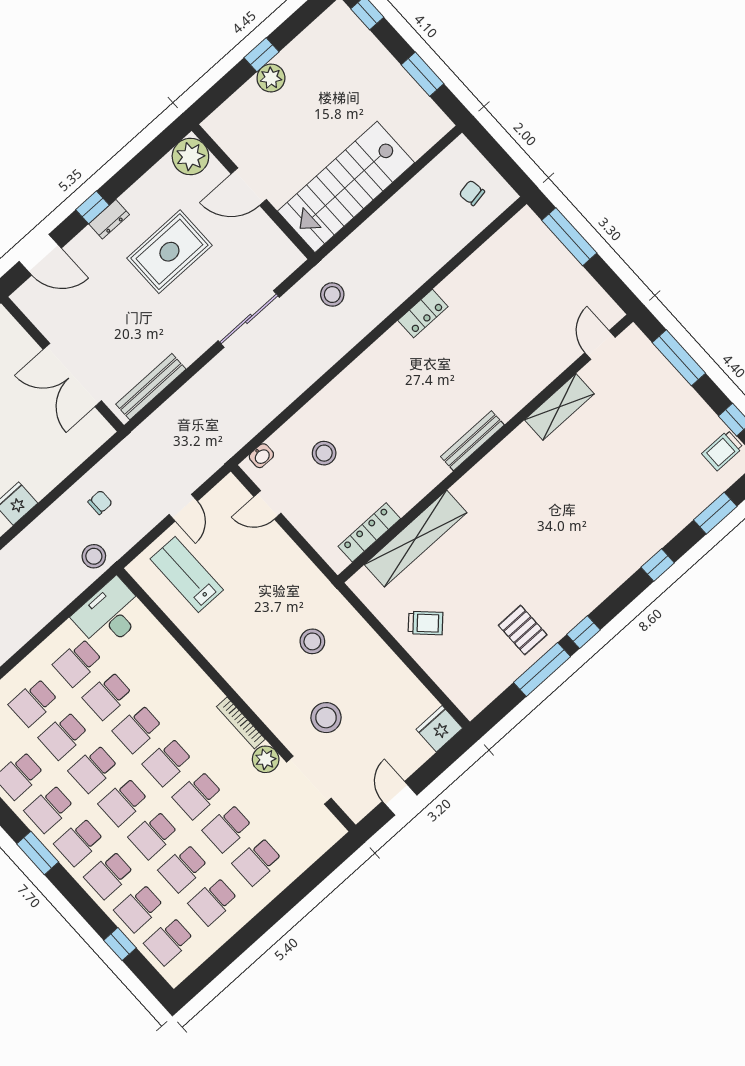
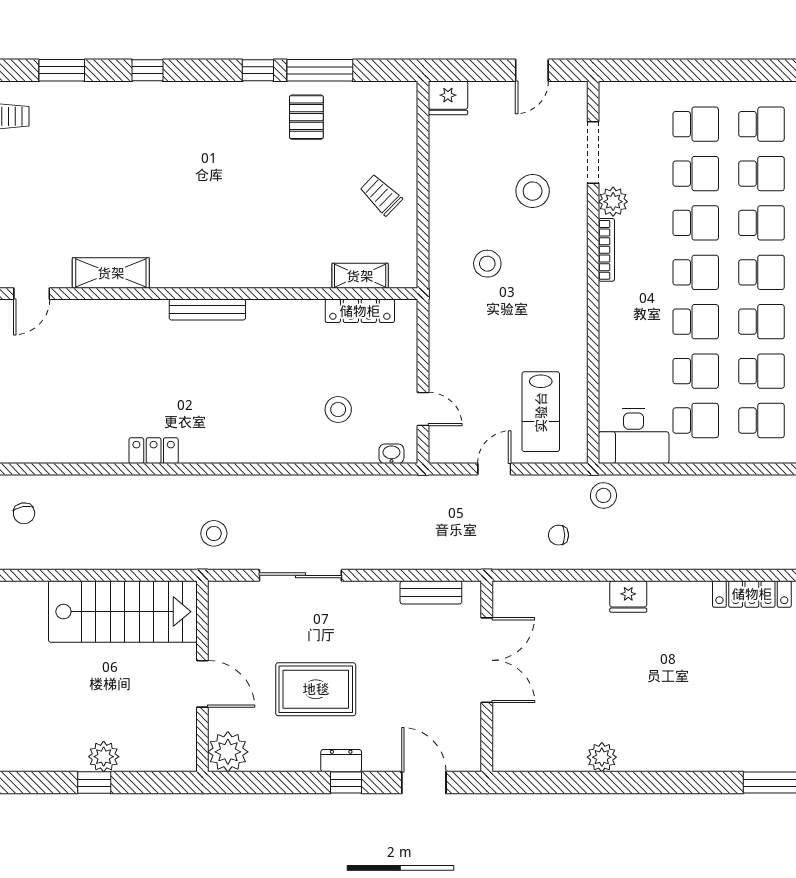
bench: (151, 387) -> (431, 592), width x0.73
shelving: (416, 539) -> (360, 276), width x0.45, depth x0.75

